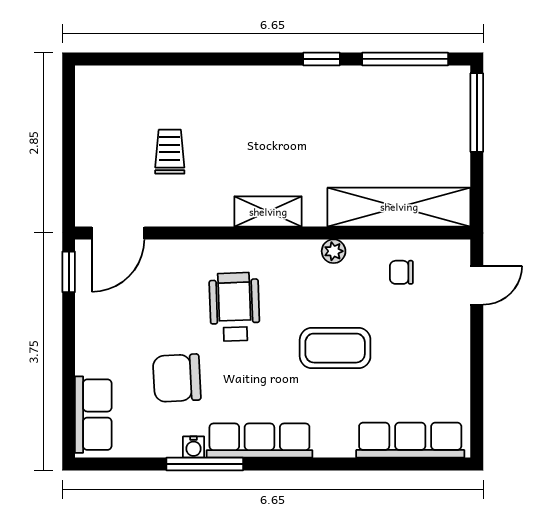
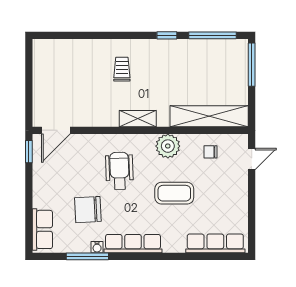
trolley: (170, 152) -> (122, 69), moved
plant: (334, 251) -> (168, 146), width x1.87, depth x1.87
window: (205, 464) -> (87, 256), moved

